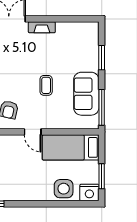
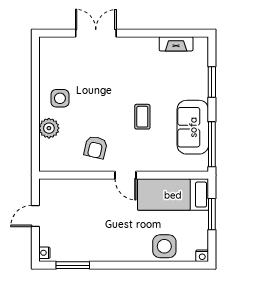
fireplace: (42, 27) -> (176, 44), moved
window: (102, 176) -> (212, 214), moved
nightstand: (89, 193) -> (202, 256), width x0.53, depth x0.56

